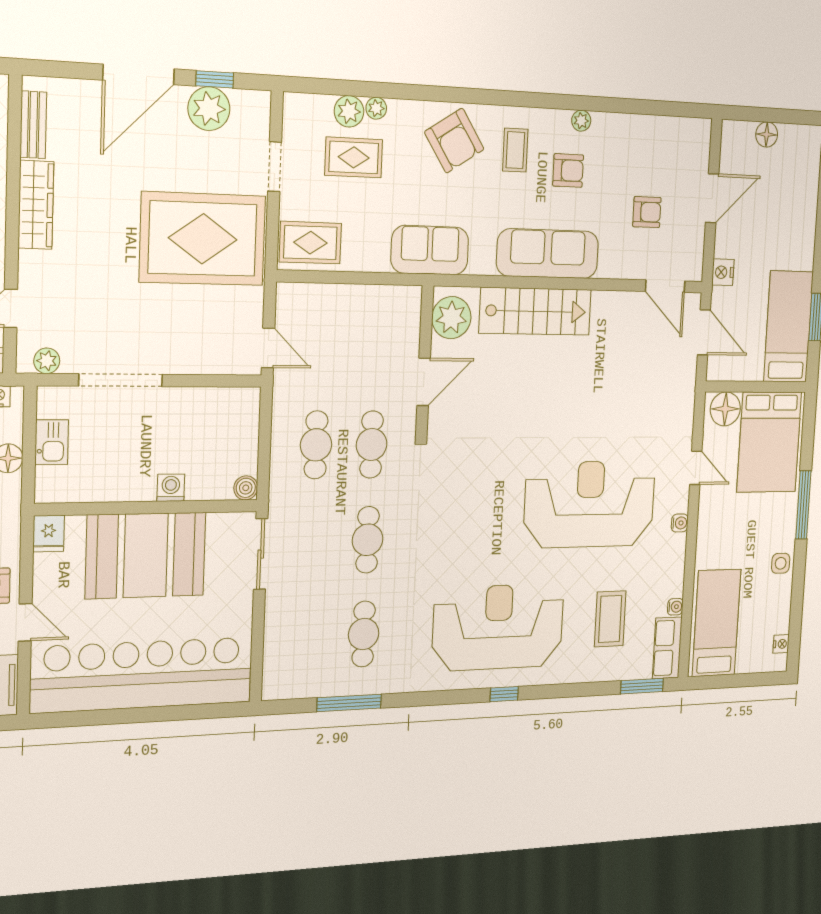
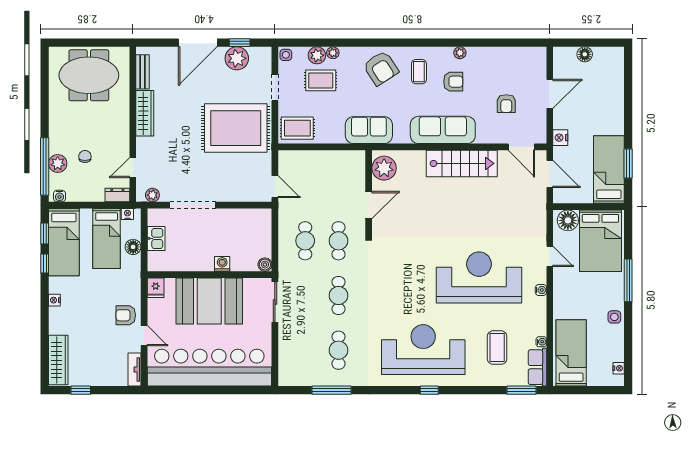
side table: (296, 107) -> (286, 55), added
armchair: (647, 212) -> (506, 104), turned 90
stairs: (535, 311) -> (462, 163), moved

